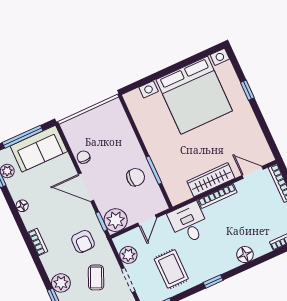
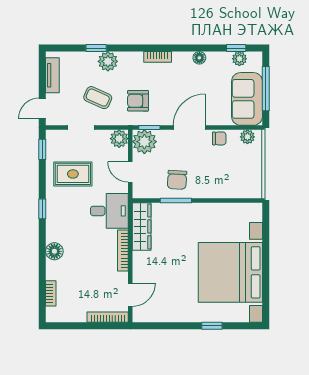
plant: (71, 134) -> (247, 137), added
wardrobe: (211, 180) -> (142, 226), moved
plant: (128, 255) -> (119, 139), moved

